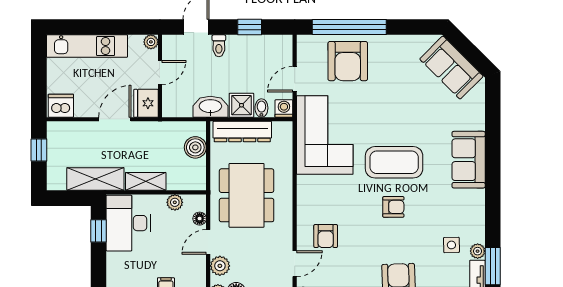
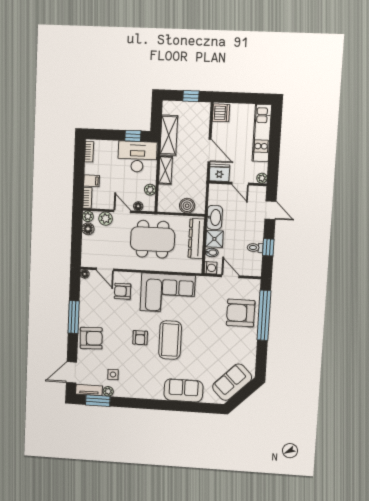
toilet: (219, 46) -> (255, 248), moved
corner sofa: (325, 135) -> (168, 293), moved
sofa: (469, 160) -> (183, 390), moved

